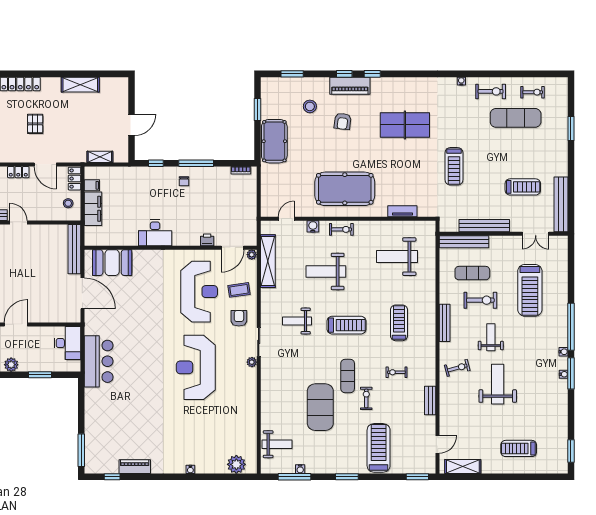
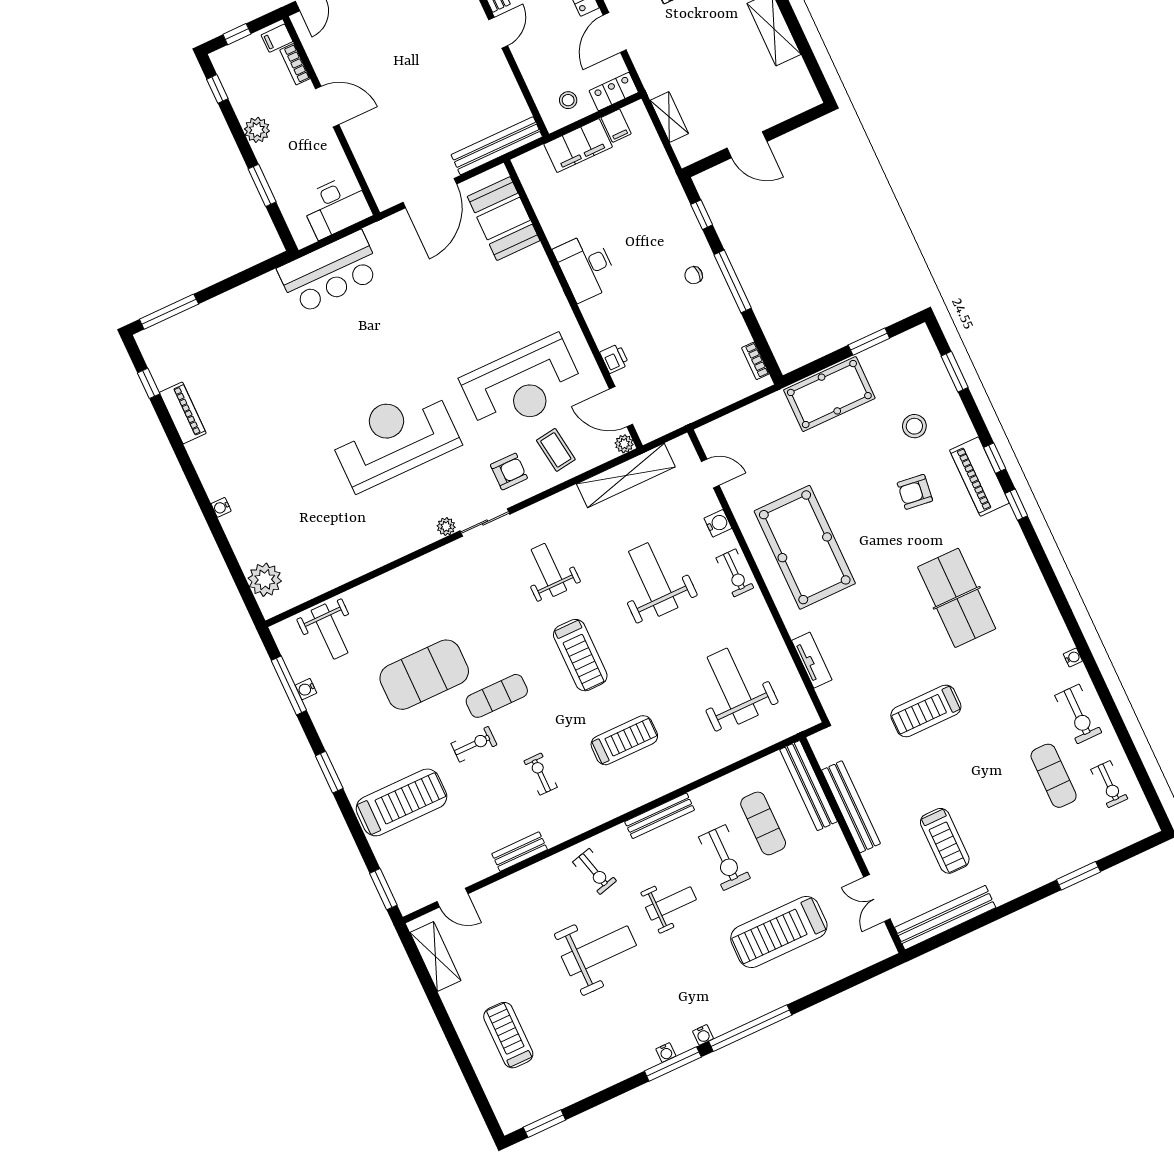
exercise mat: (516, 118) -> (1054, 776), width x0.73, depth x0.69

